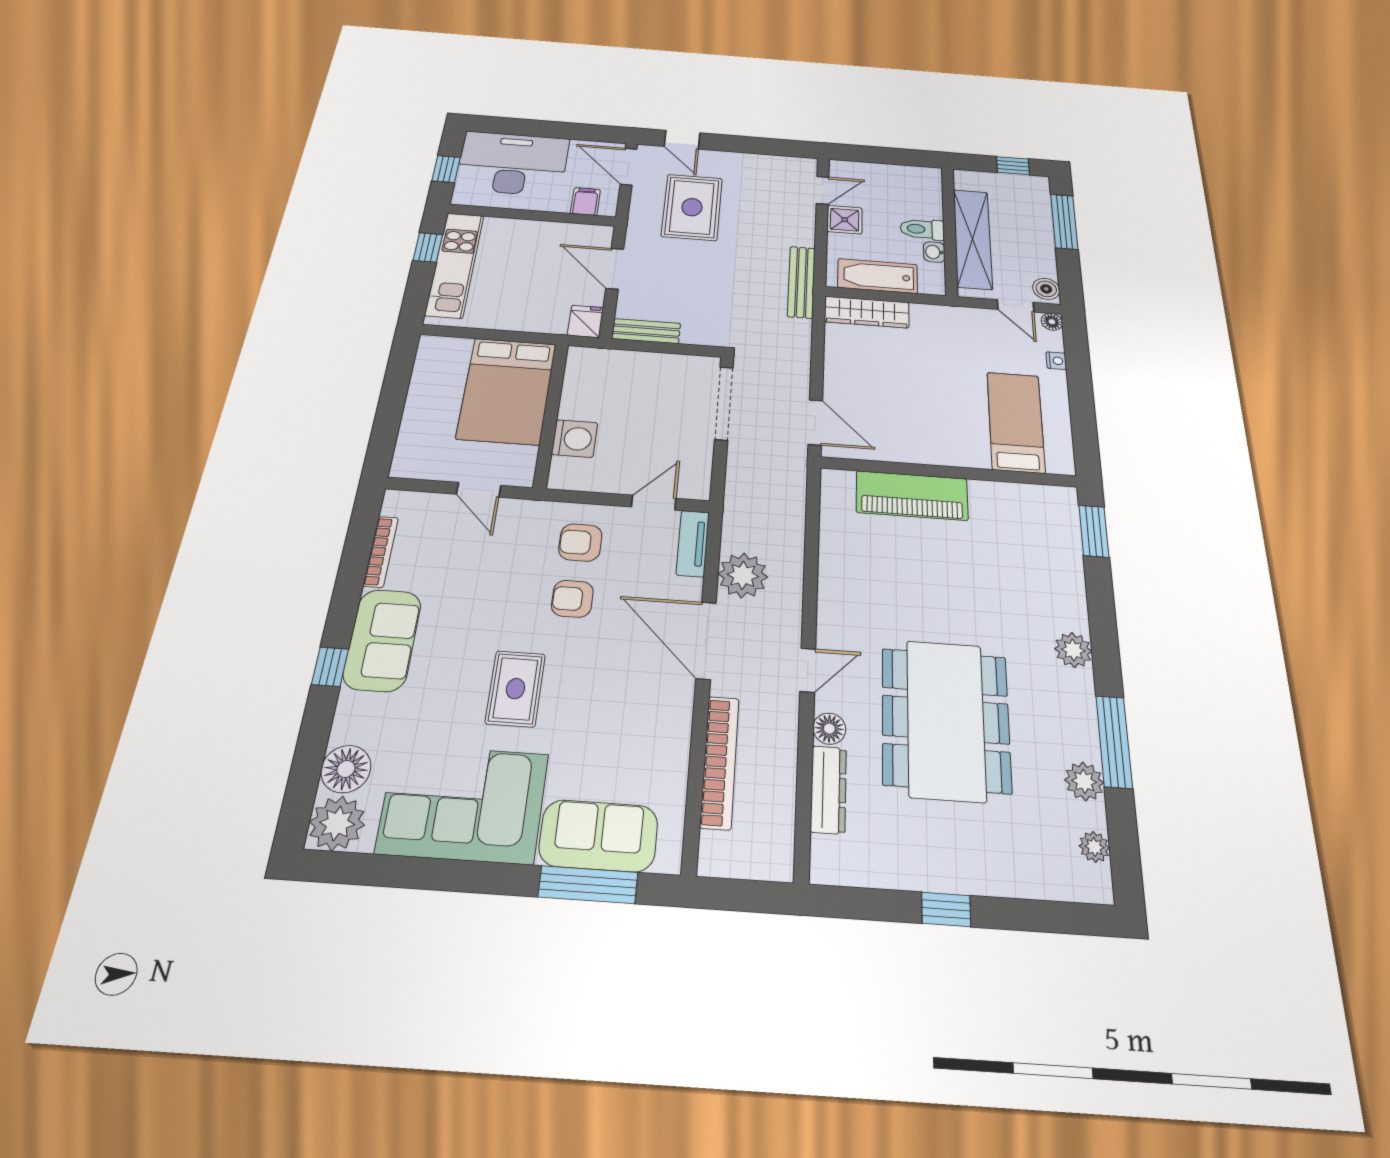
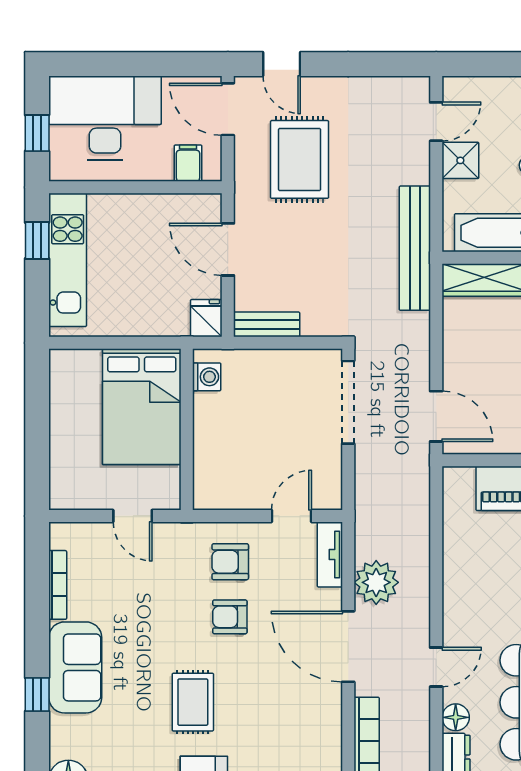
bench: (801, 282) -> (415, 248), width x1.37, depth x1.21
washing machine: (575, 439) -> (207, 377), moved, width x0.73, depth x0.73

